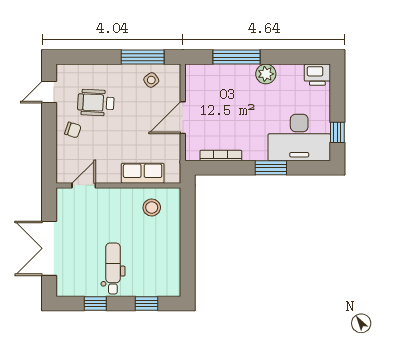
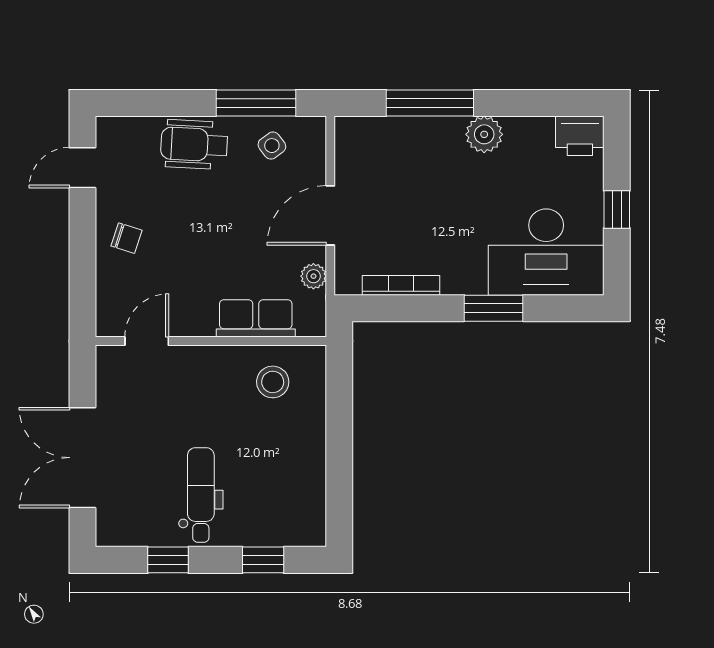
wheelchair: (96, 103) -> (194, 144), moved
window: (337, 132) -> (617, 209), moved
plant: (174, 150) -> (313, 276), added

